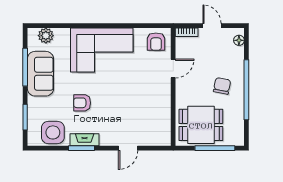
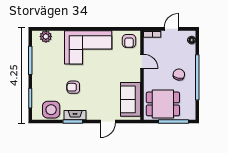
door: (212, 26) -> (171, 29), hinge flipped
door: (173, 68) -> (142, 61), hinge flipped
sofa: (40, 74) -> (130, 99), moved, turned 180

